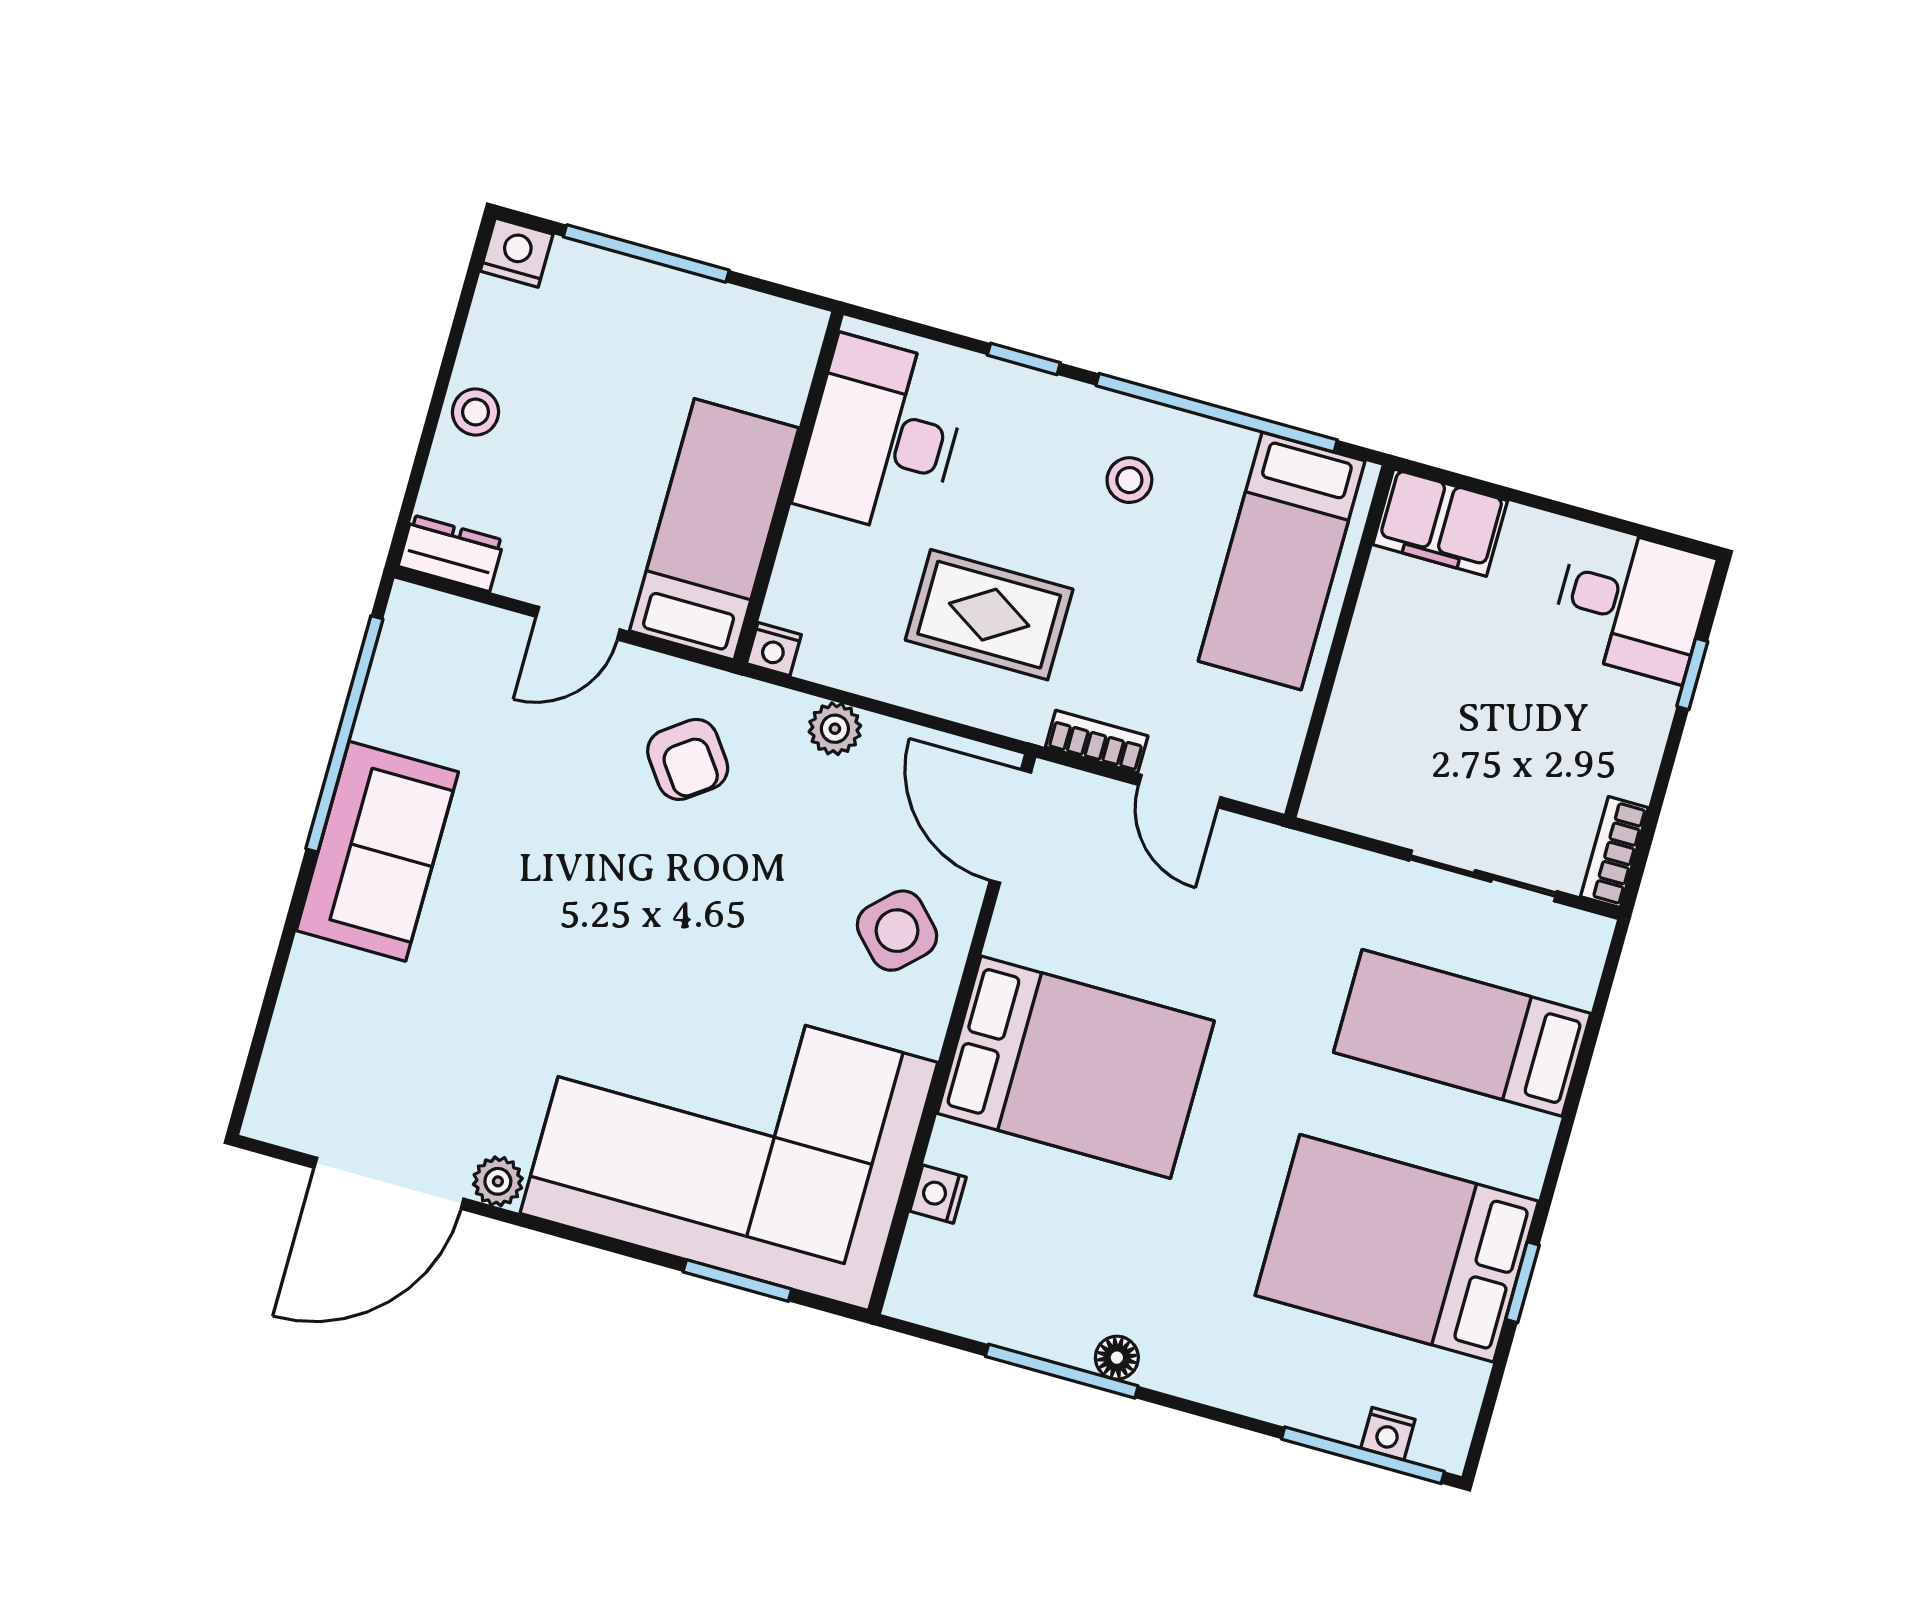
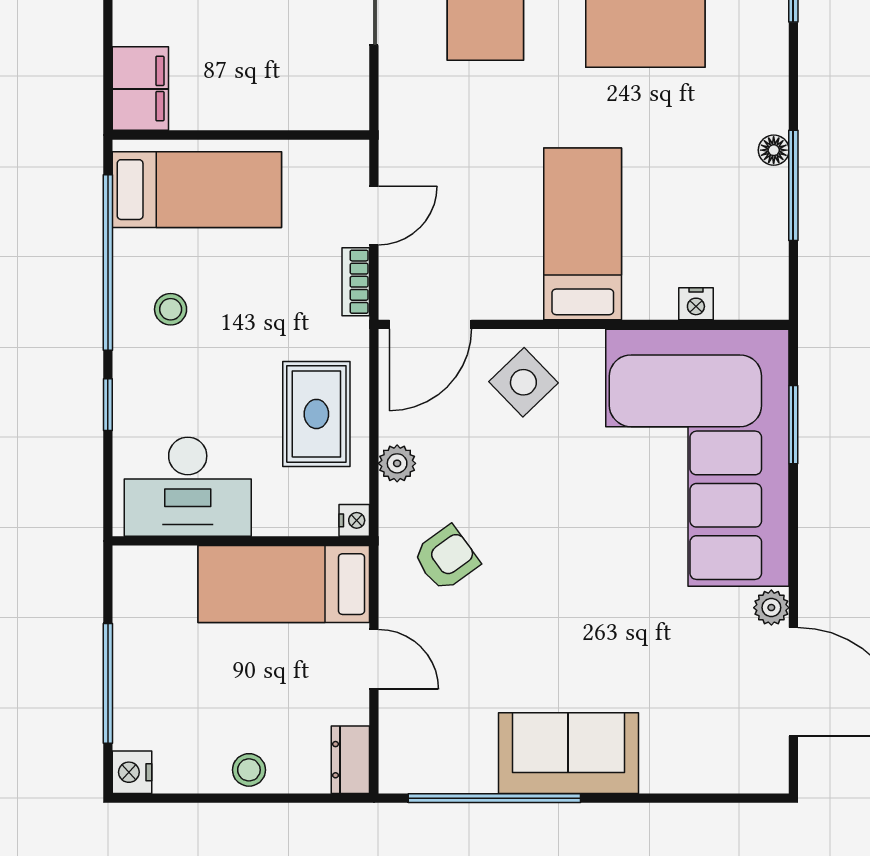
rug: (989, 615) -> (316, 414), moved
bed: (1076, 1067) -> (583, 234), width x0.67

